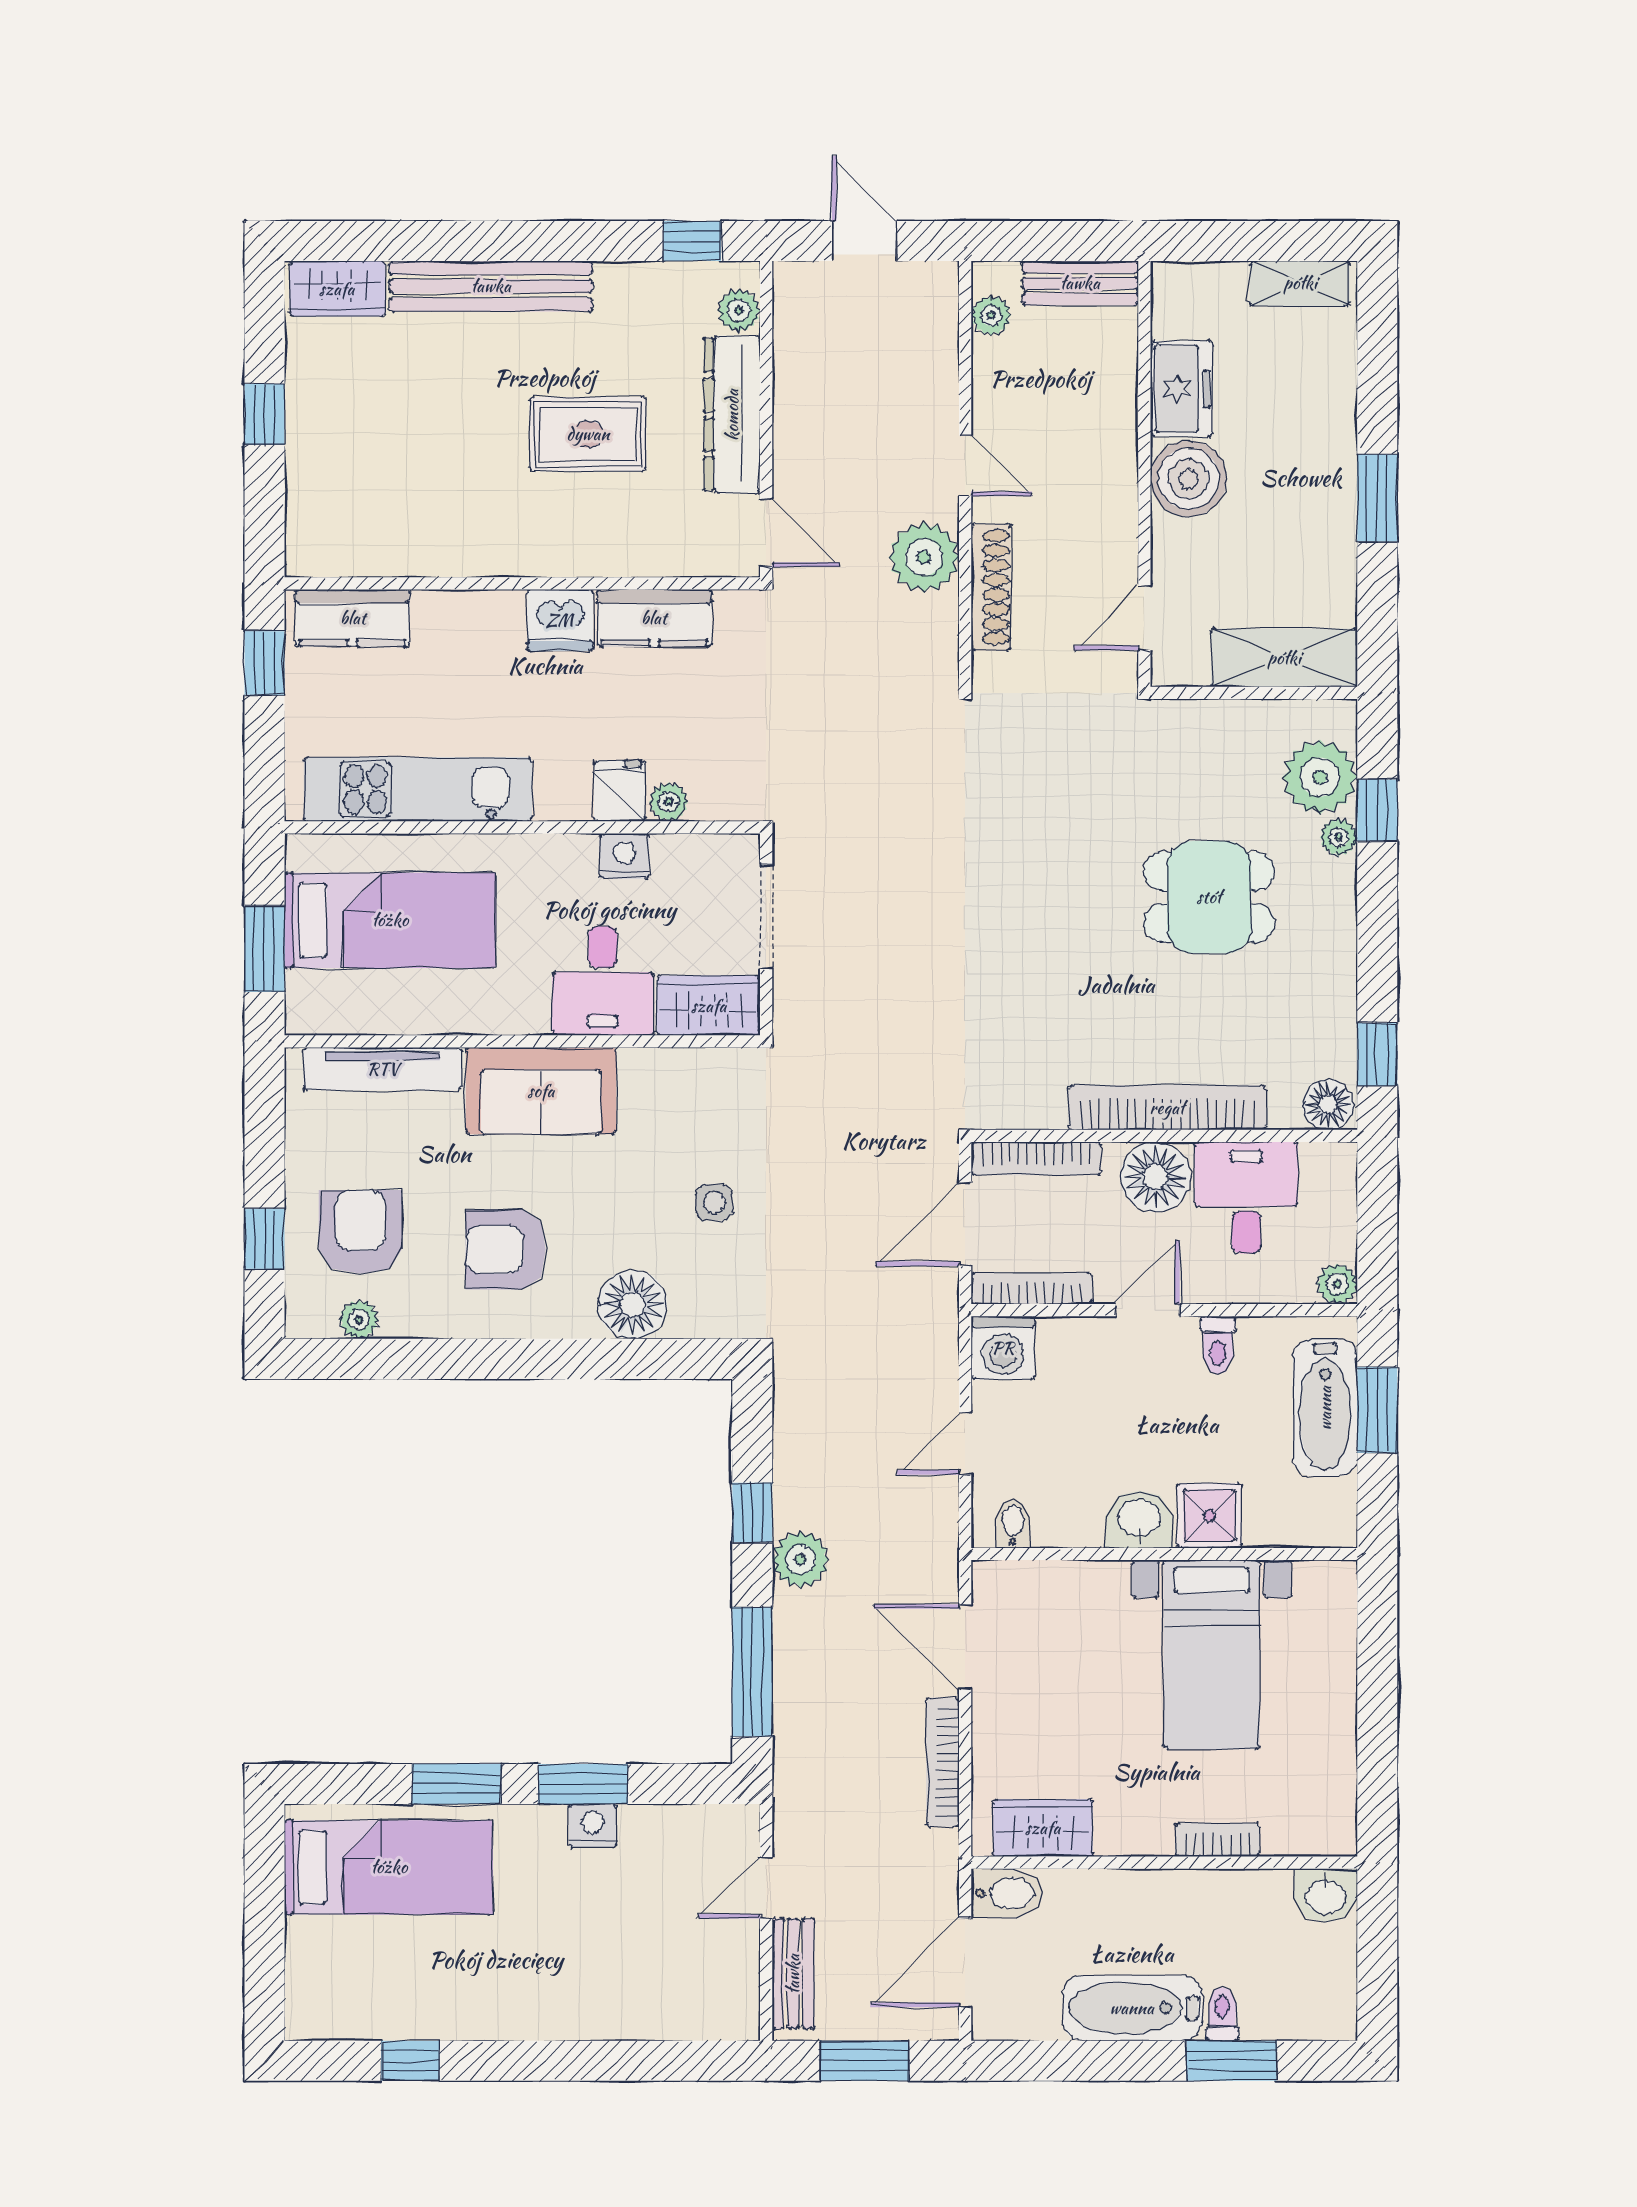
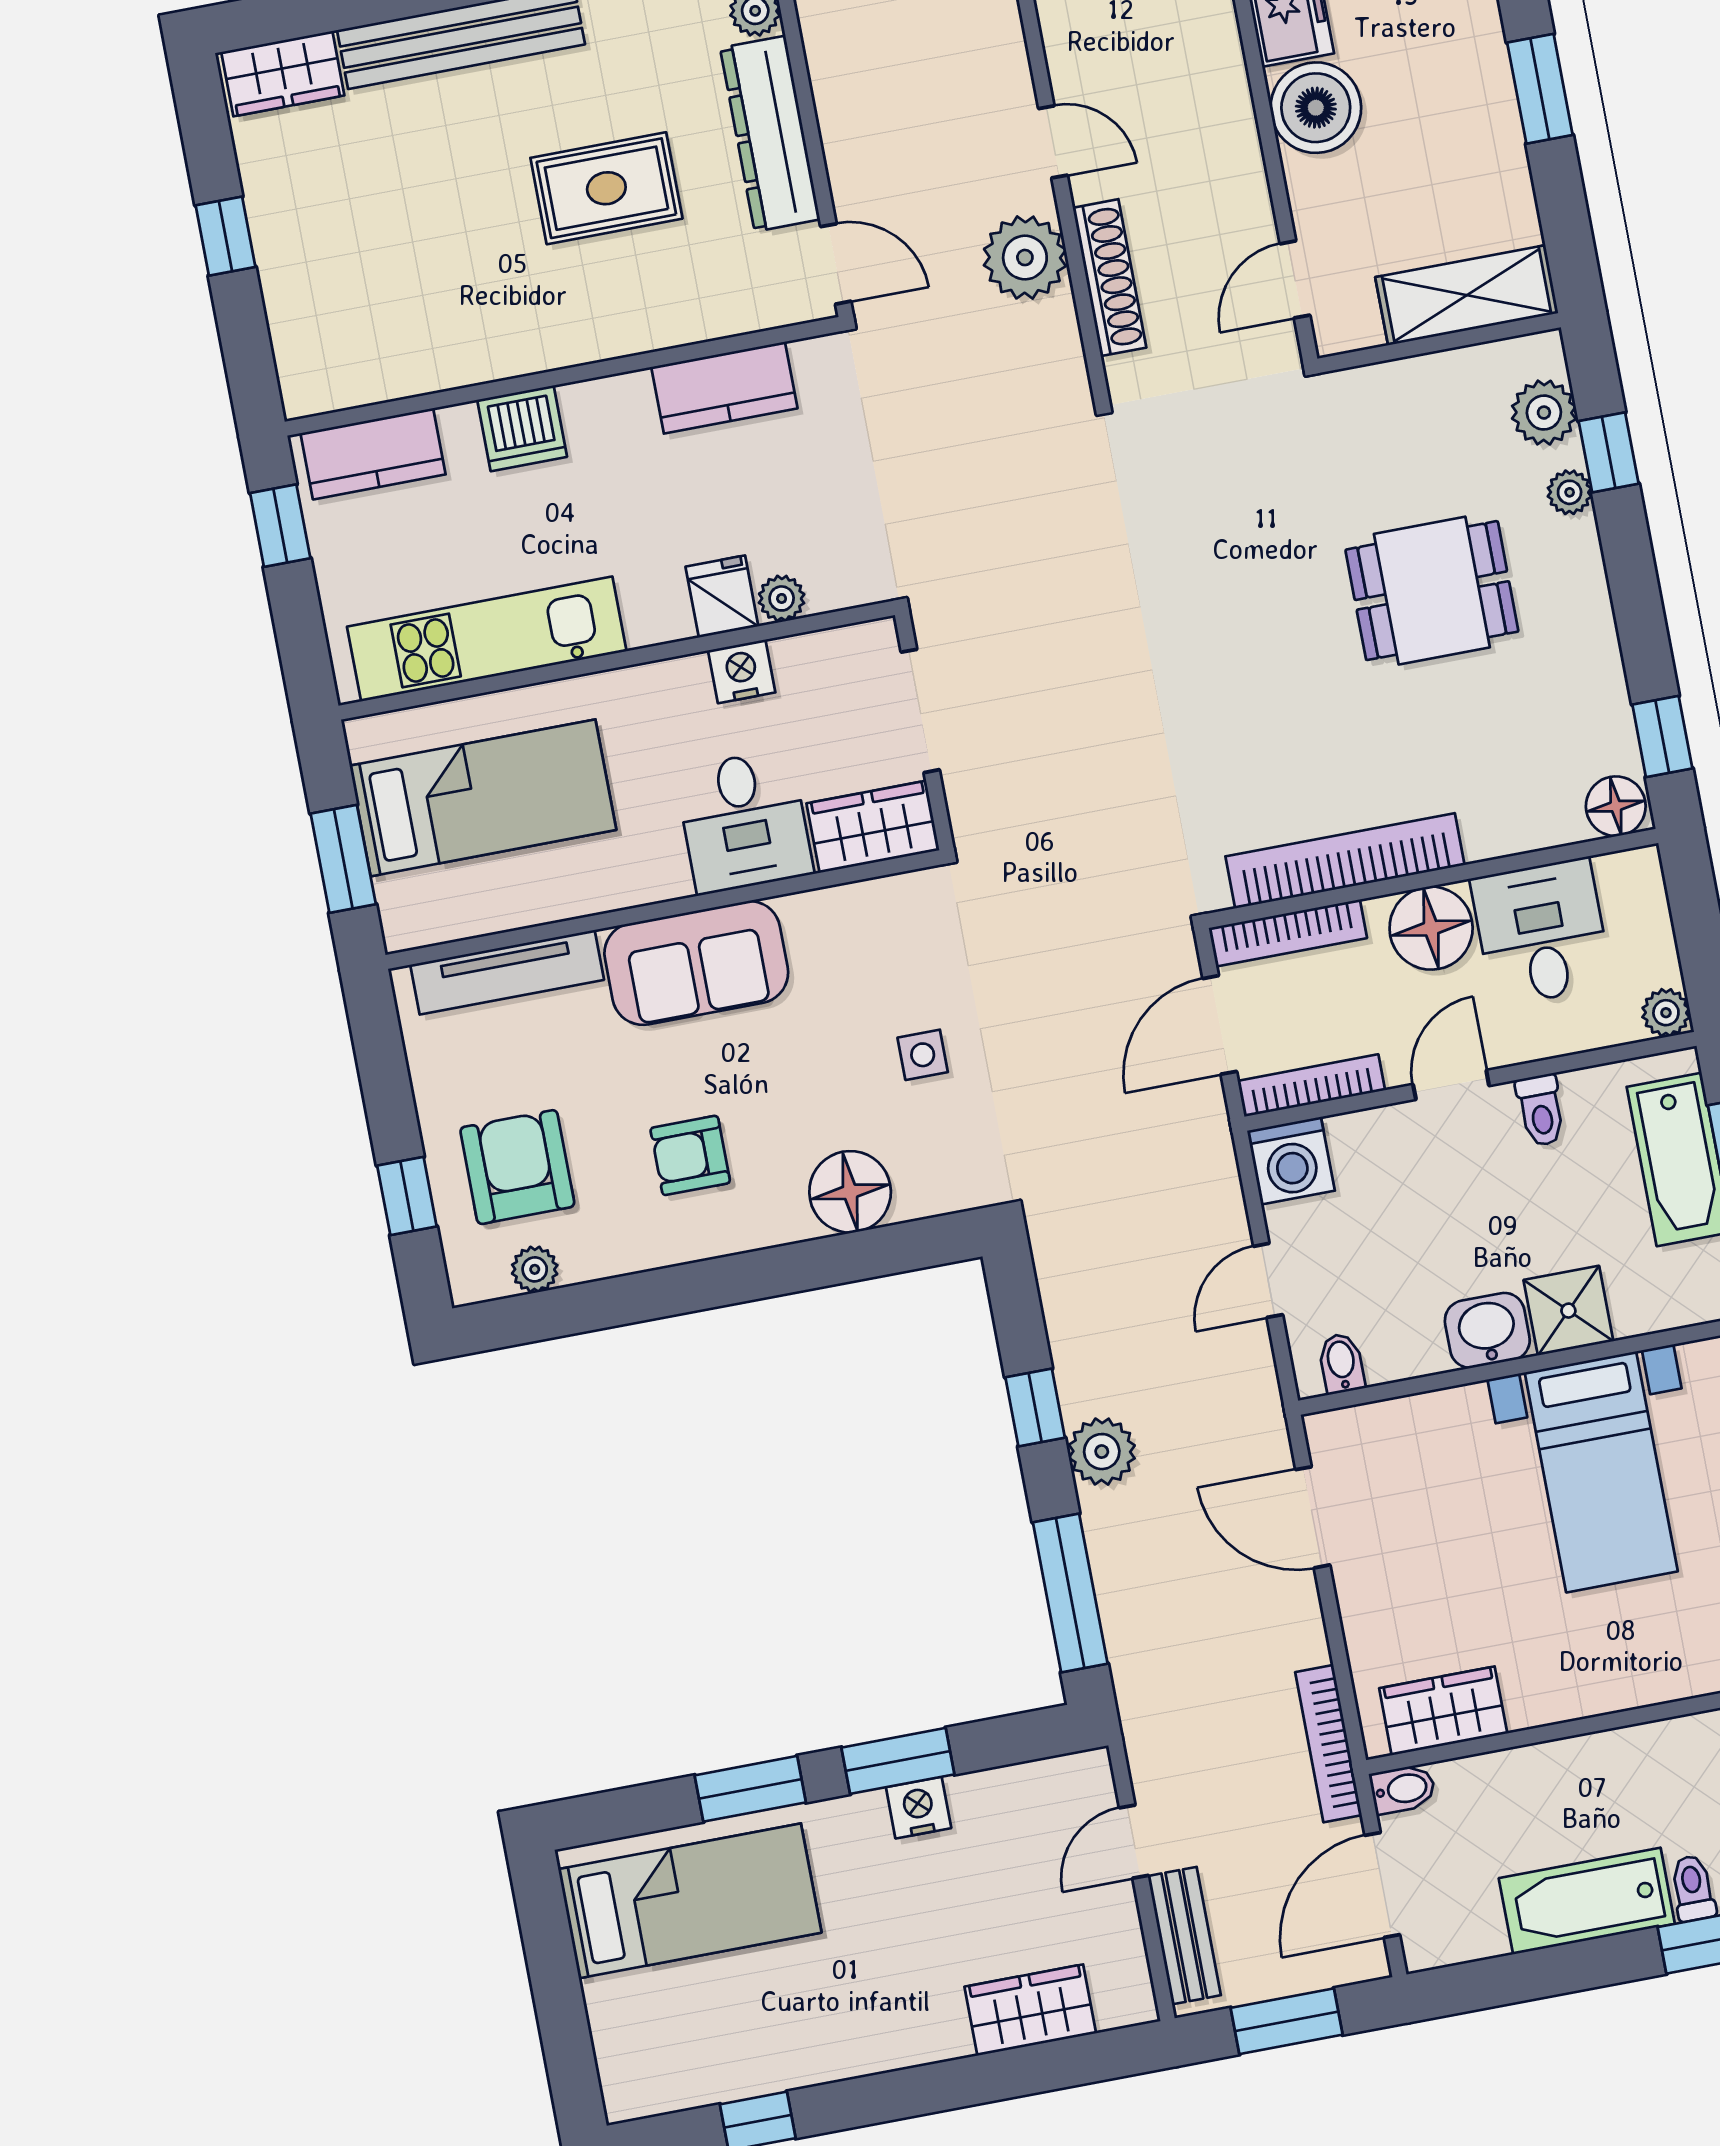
dishwasher: (560, 620) -> (522, 428), moved
plant: (1320, 777) -> (1544, 413), width x0.73, depth x0.73
bookcase: (1167, 1108) -> (1345, 861), moved
armchair: (506, 1249) -> (690, 1155), width x0.72, depth x0.72
bookcase: (943, 1762) -> (1328, 1744), moved
bookcase: (1217, 1840) -> (1649, 1686), removed
bidet: (1007, 1893) -> (1403, 1789), width x0.72, depth x0.74
wardrobe: (654, 2011) -> (1030, 2010), added

